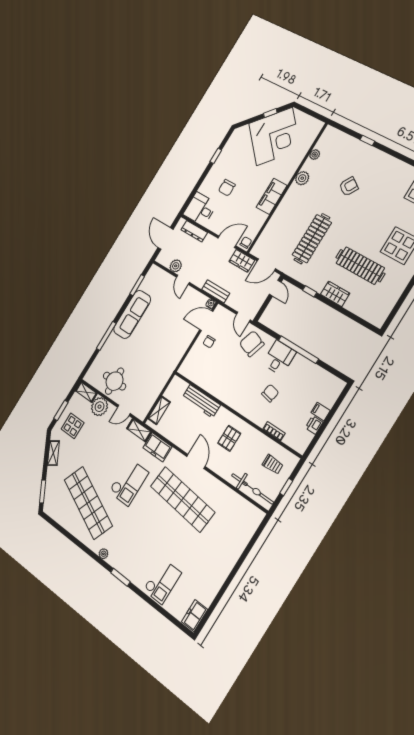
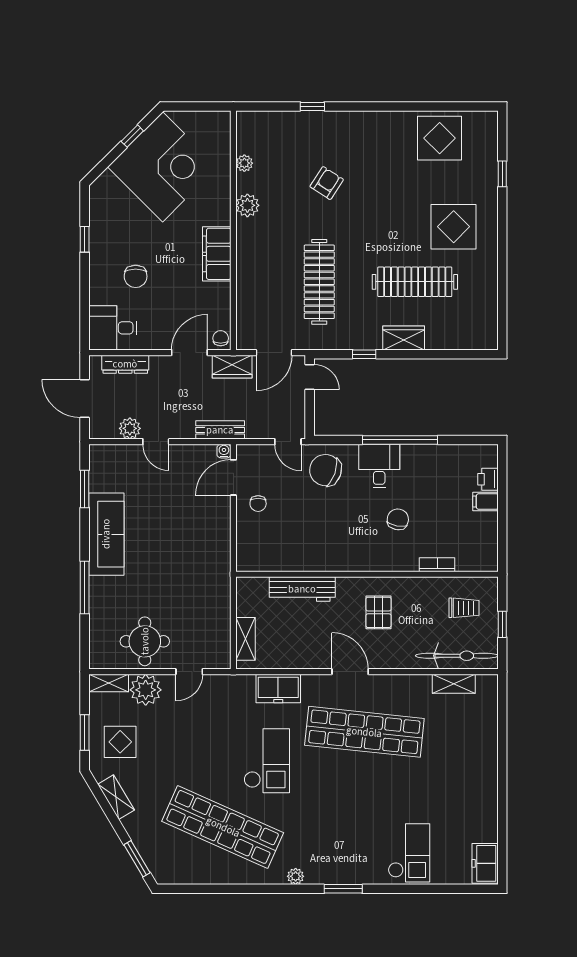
printer: (314, 425) -> (488, 479), moved
shelving: (139, 430) -> (454, 684), moved

